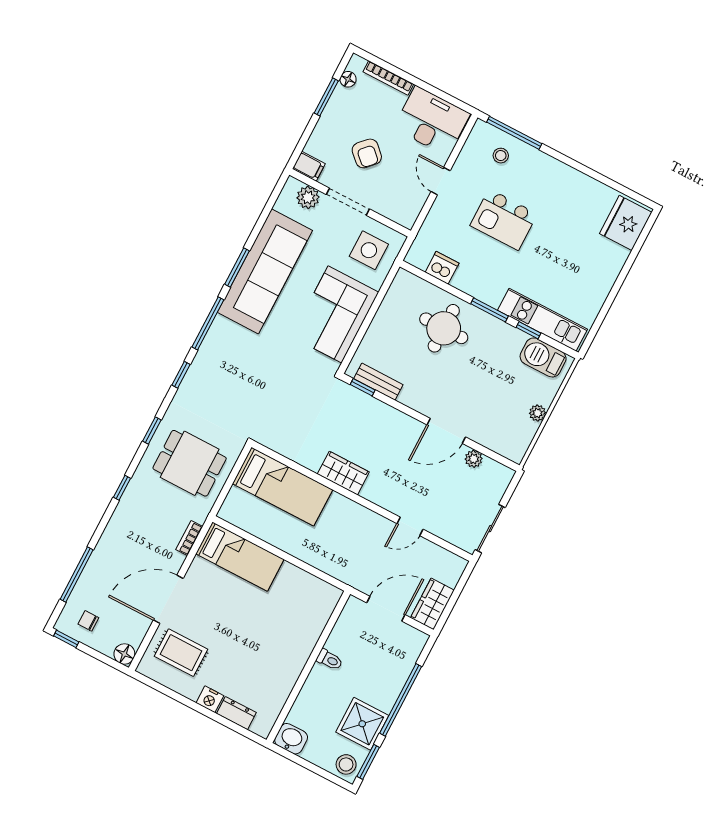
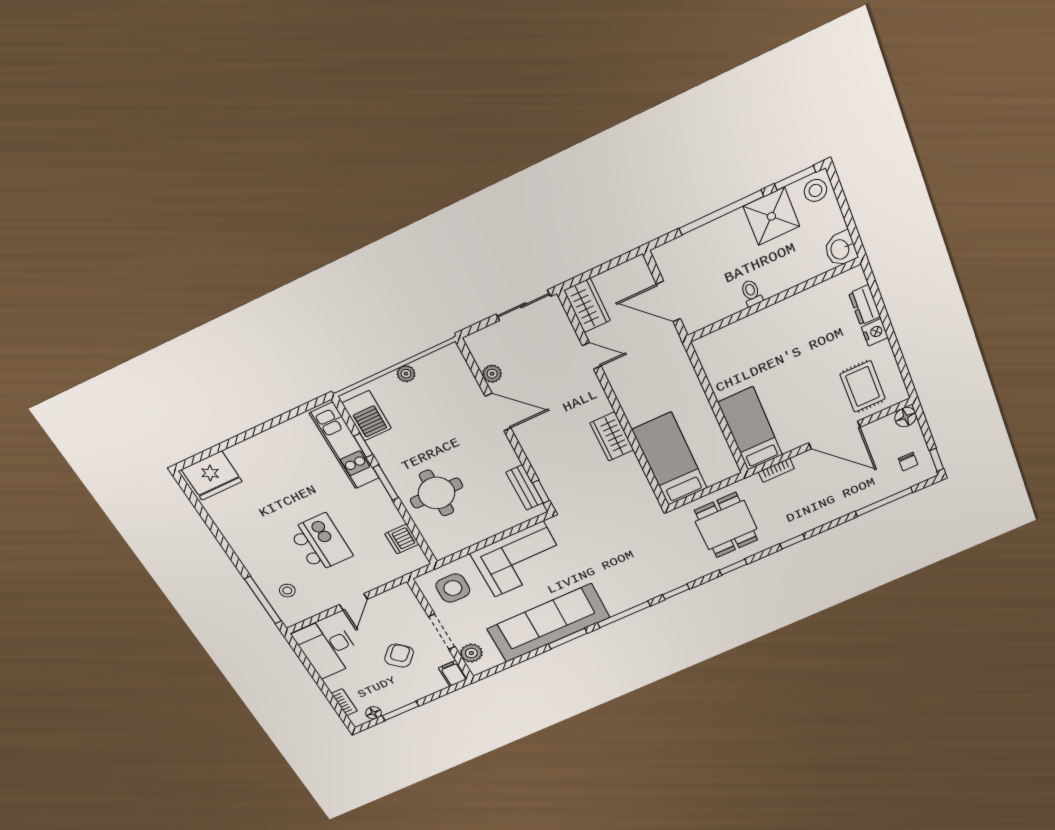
bookcase: (388, 78) -> (344, 702), width x0.64
wardrobe: (432, 604) -> (587, 305), moved, turned -90

